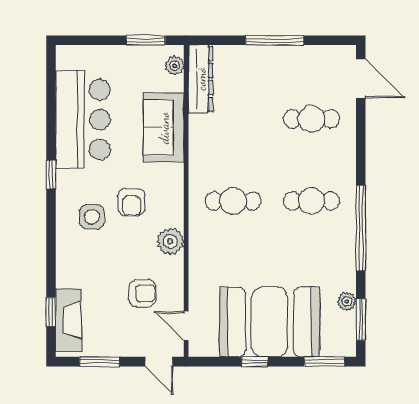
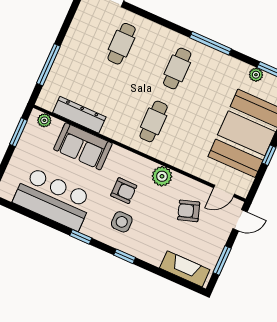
window: (275, 40) -> (48, 65), moved
dresser: (201, 79) -> (79, 115), moved
window: (361, 228) -> (210, 43), width x0.68
armchair: (142, 293) -> (189, 211), turned -108
window: (51, 312) -> (125, 256), moved

